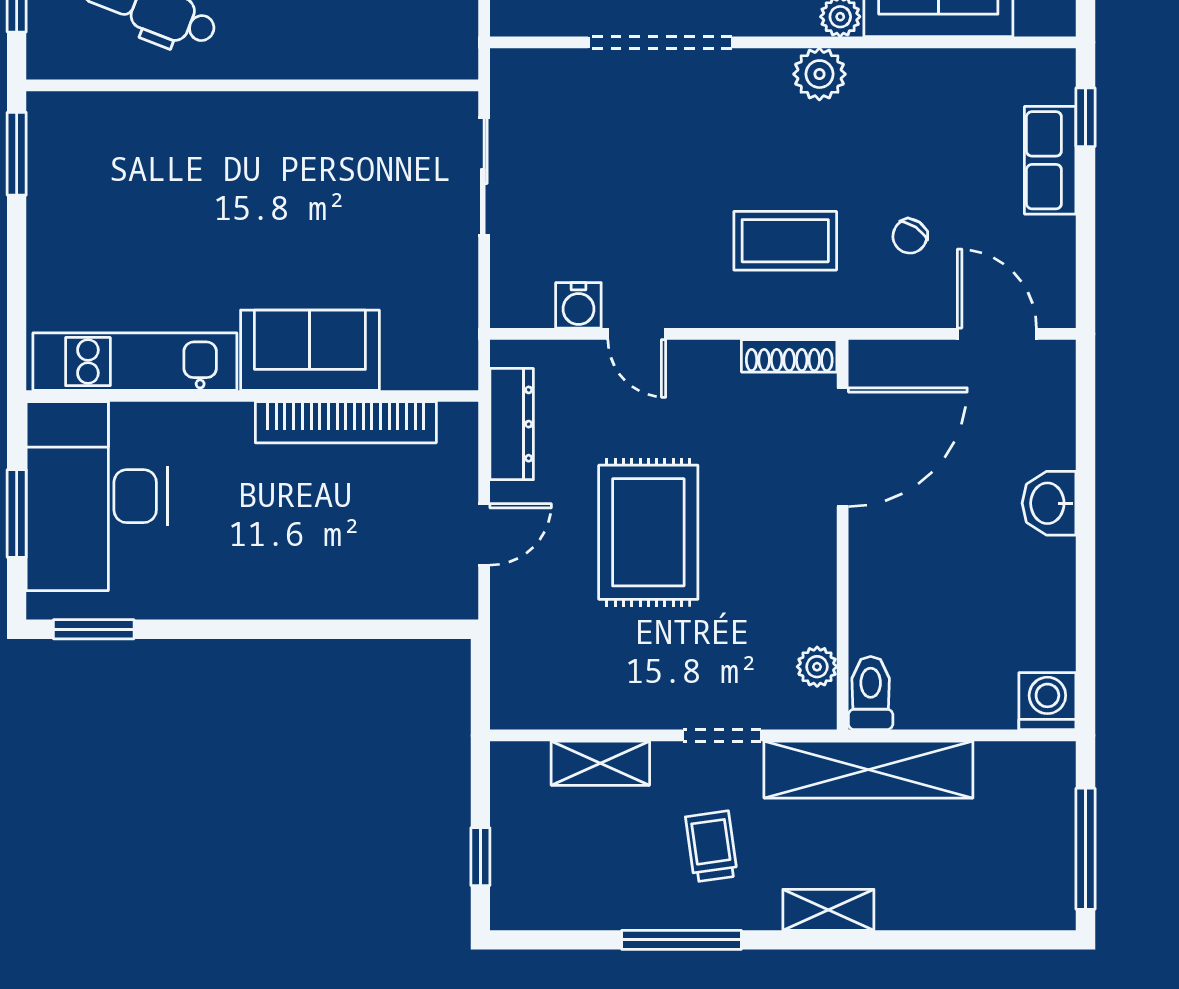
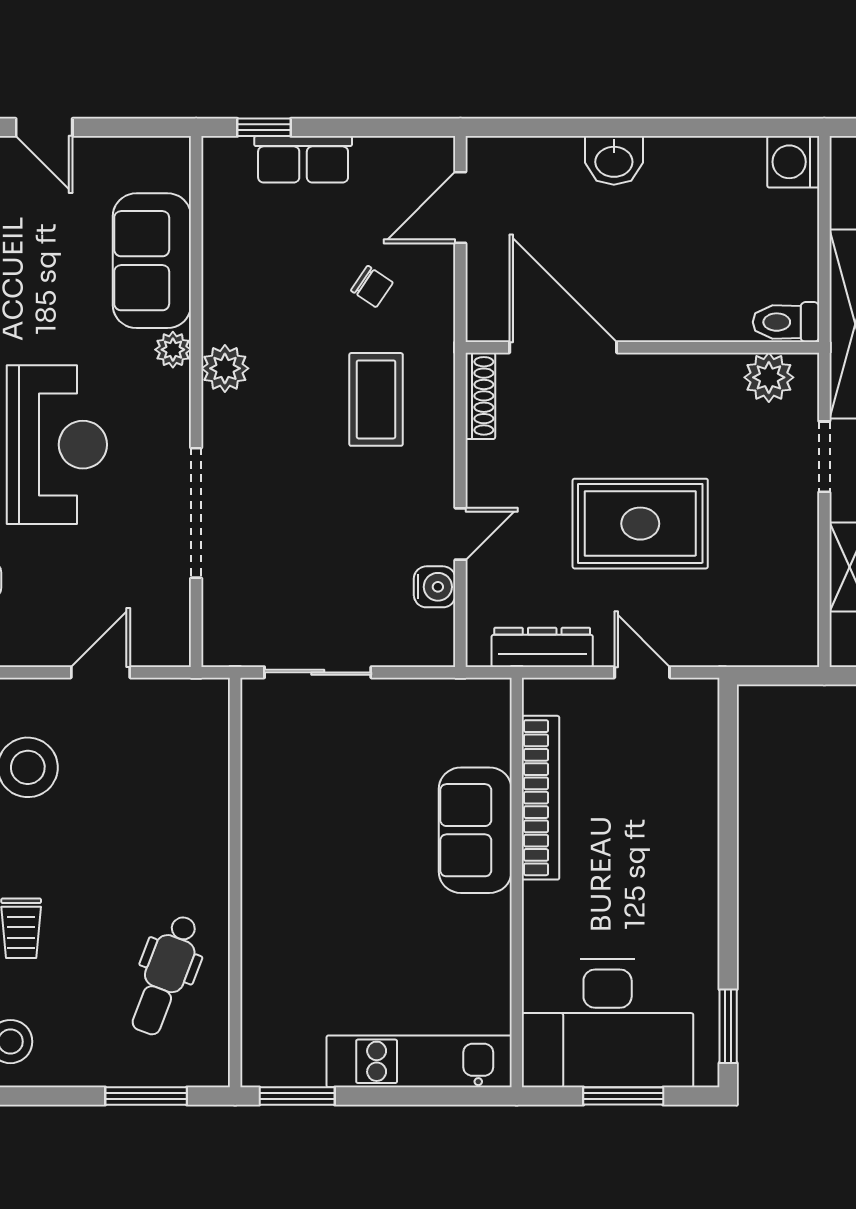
kitchen unit: (135, 362) -> (419, 1061), moved, turned 90
plant: (817, 667) -> (769, 377), width x1.38, depth x1.38

